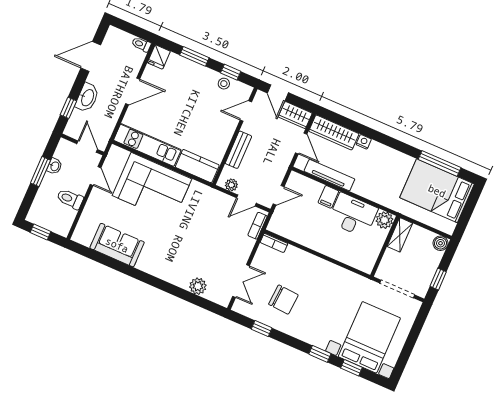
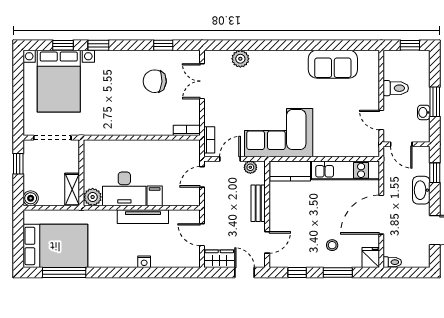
stool: (224, 84) -> (332, 245), moved
door: (133, 91) -> (381, 215), width x1.36
wardrobe: (334, 132) -> (176, 258), removed
tv unit: (329, 175) -> (143, 217), moved
corner sofa: (152, 187) -> (279, 133), moved

